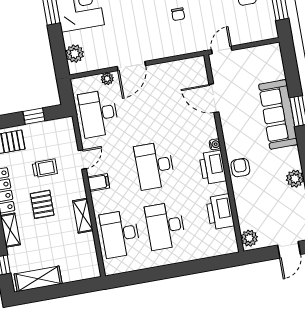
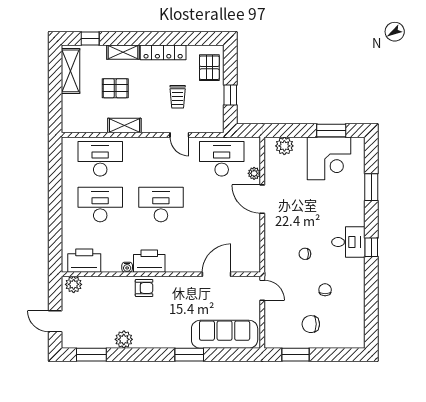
sofa: (278, 114) -> (225, 334), moved
water cooler: (215, 144) -> (127, 267), moved
filing cabinet: (98, 182) -> (154, 147), removed
pallet: (42, 204) -> (115, 88), moved
printer: (220, 212) -> (84, 261), moved

